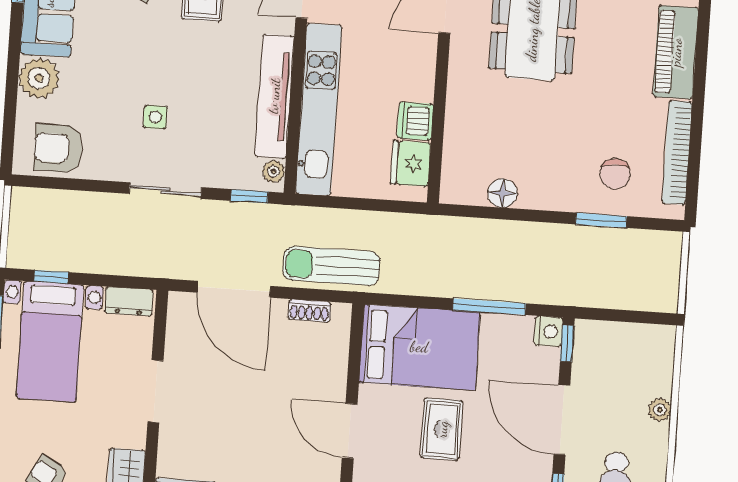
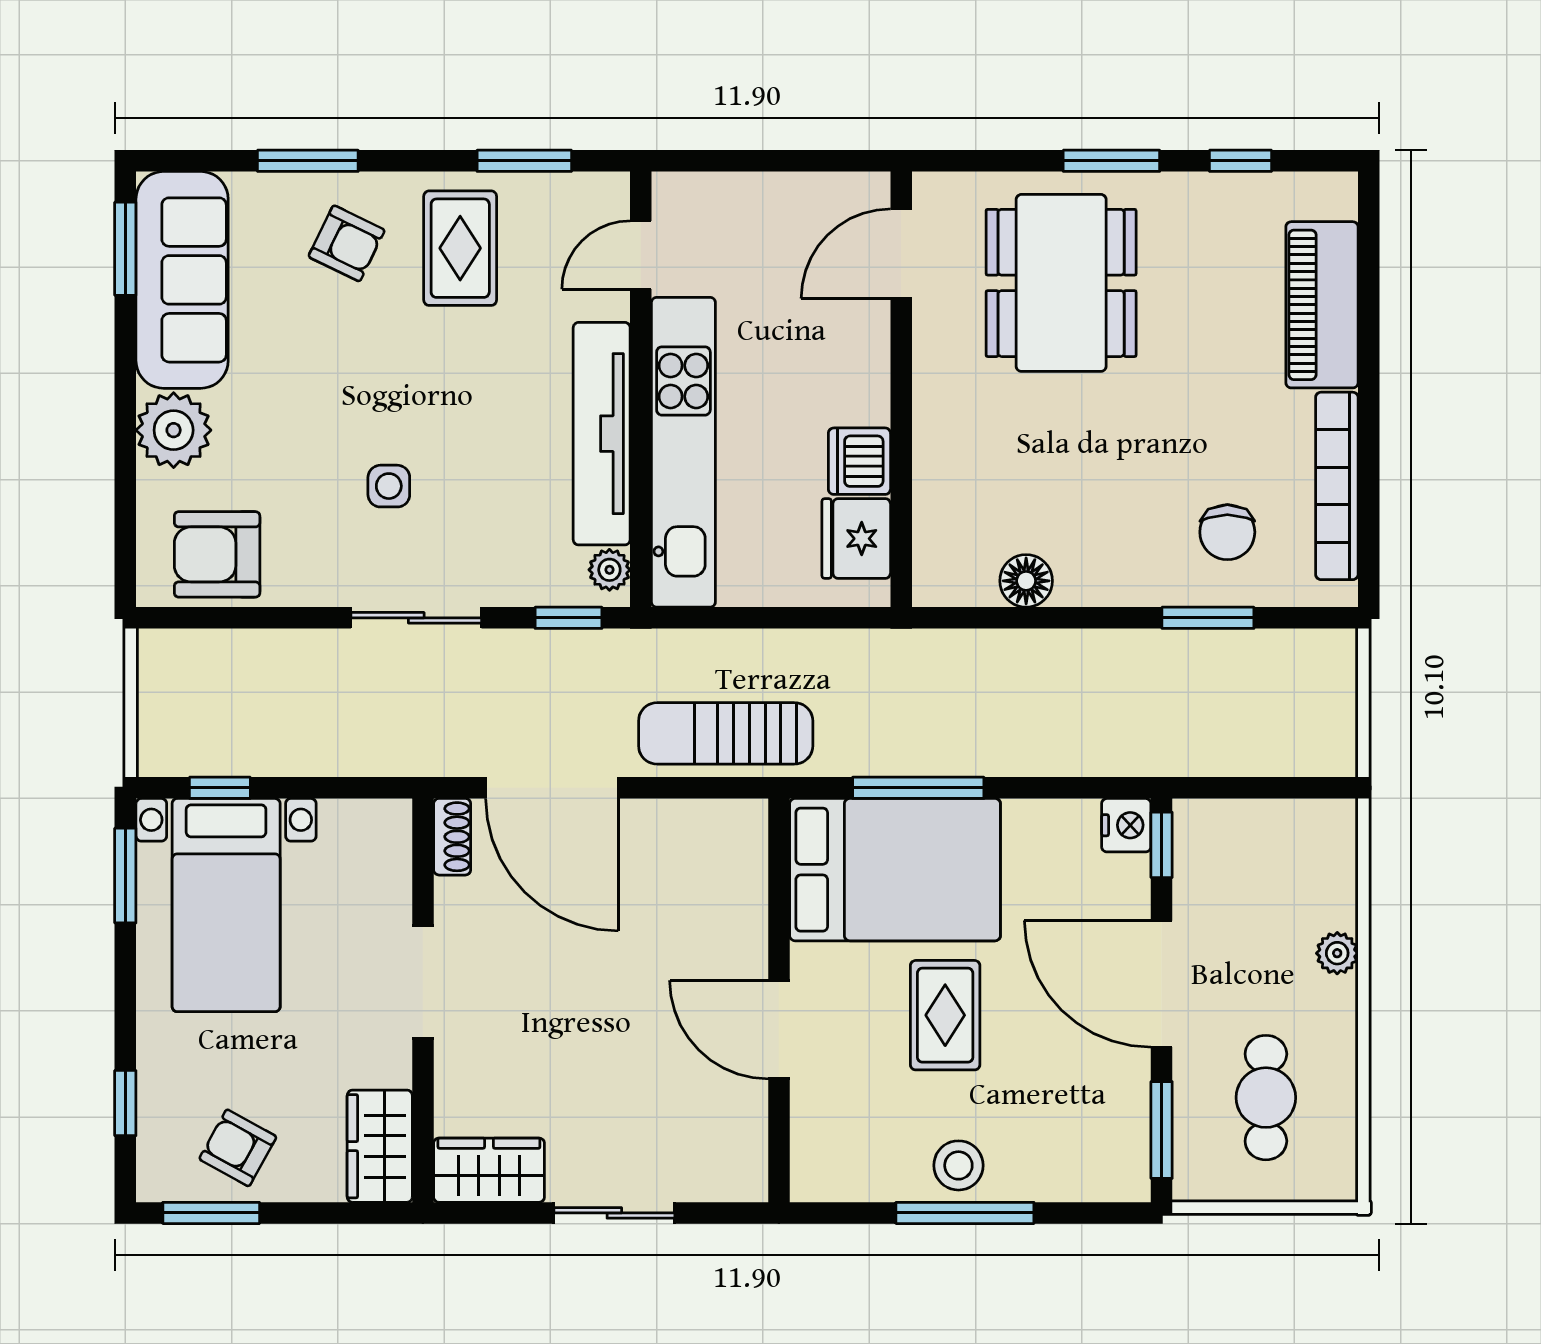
dresser: (129, 301) -> (364, 823), removed
window: (489, 307) -> (918, 788), moved
shoe rack: (309, 311) -> (452, 837), moved, turned -90

